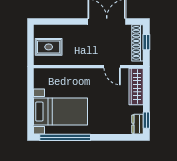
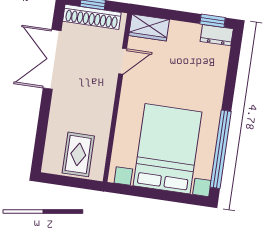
wardrobe: (136, 86) -> (149, 28), width x0.67
bed with nightstands: (61, 112) -> (167, 149), width x1.36

